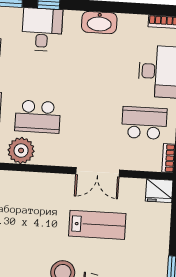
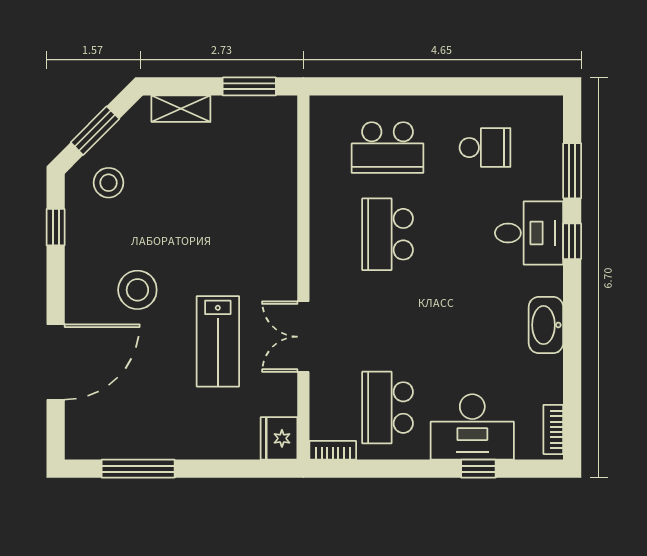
school desk: (144, 123) -> (388, 408), turned 180
plant: (21, 151) -> (331, 211), removed

